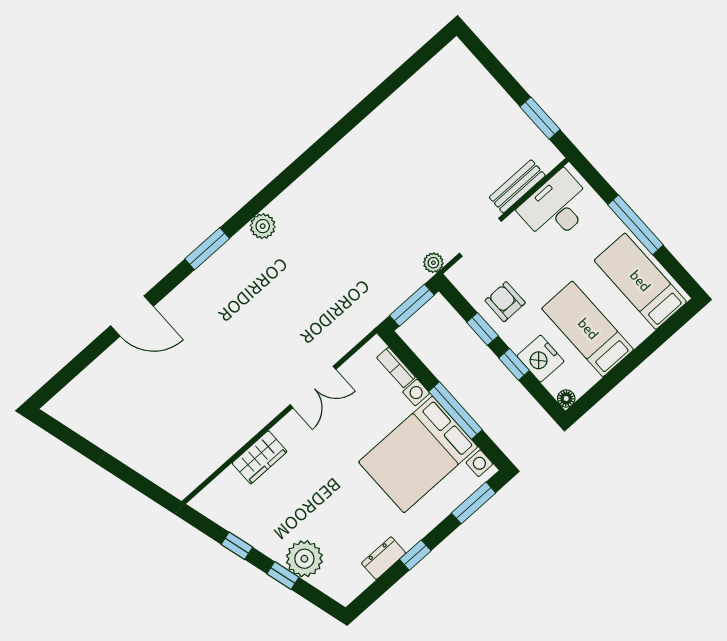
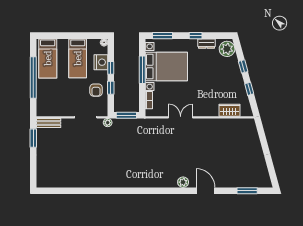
bench: (517, 186) -> (49, 123), moved
desk: (556, 207) -> (53, 105), removed
window: (636, 225) -> (33, 78), width x1.46
plant: (263, 226) -> (183, 182), moved
window: (207, 249) -> (247, 191), moved
door: (132, 316) -> (206, 191), moved
wardrobe: (260, 457) -> (230, 110), moved
plant: (304, 559) -> (227, 49), moved

